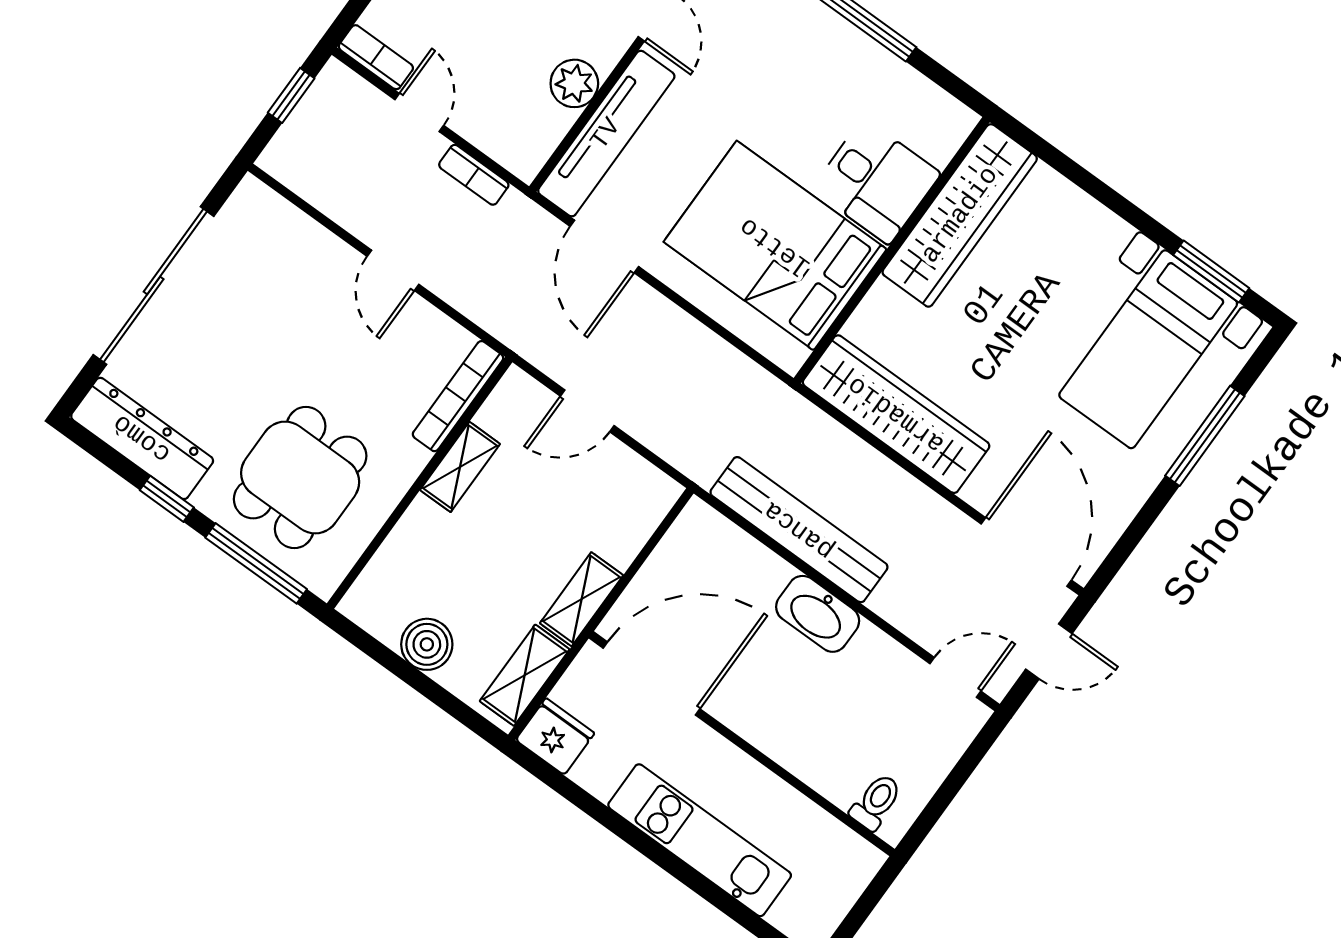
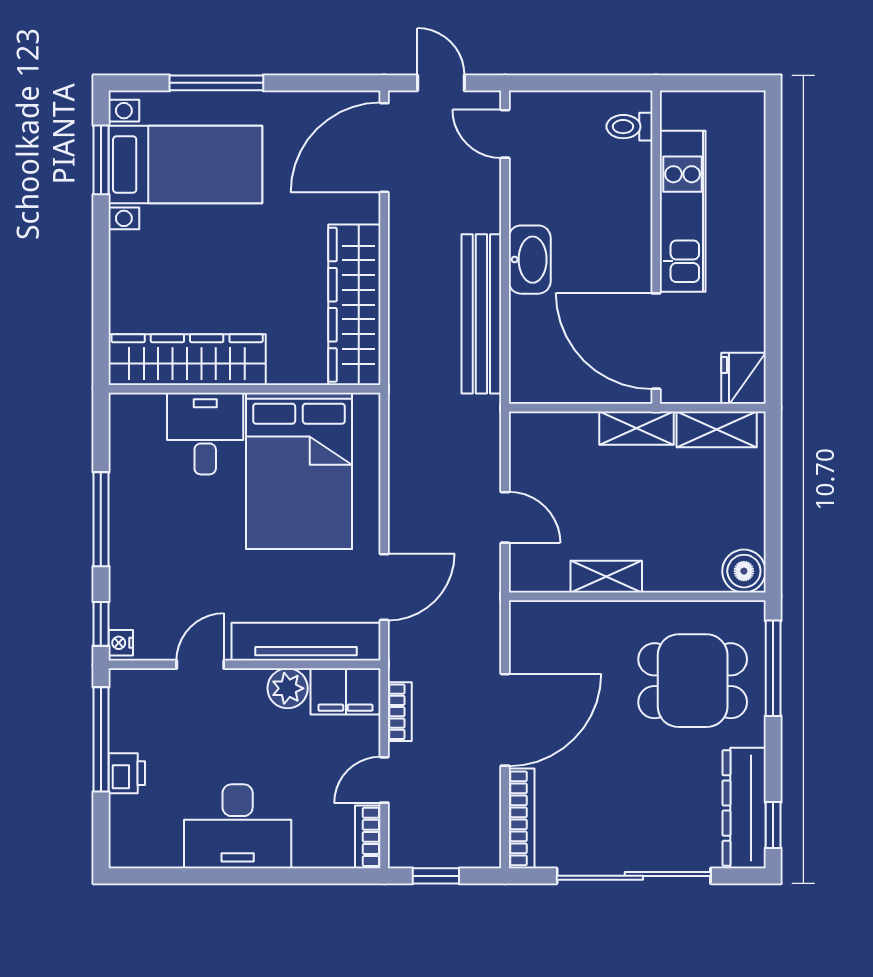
filing cabinet: (531, 137) -> (346, 691), added
door: (393, 270) -> (505, 720), width x1.88
bookcase: (458, 396) -> (522, 818), moved, turned -90
window: (167, 499) -> (773, 825), moved
boiler: (427, 644) -> (744, 571), moved
kitchen unit: (700, 840) -> (683, 211), moved, turned 180

